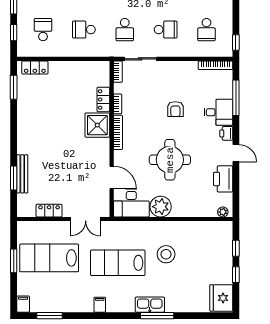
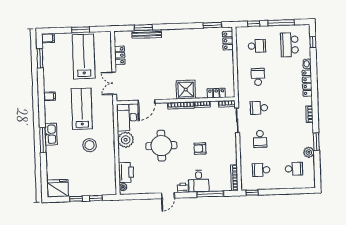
locker: (103, 99) -> (216, 93), moved
printer: (223, 179) -> (126, 172), moved, turned 90

